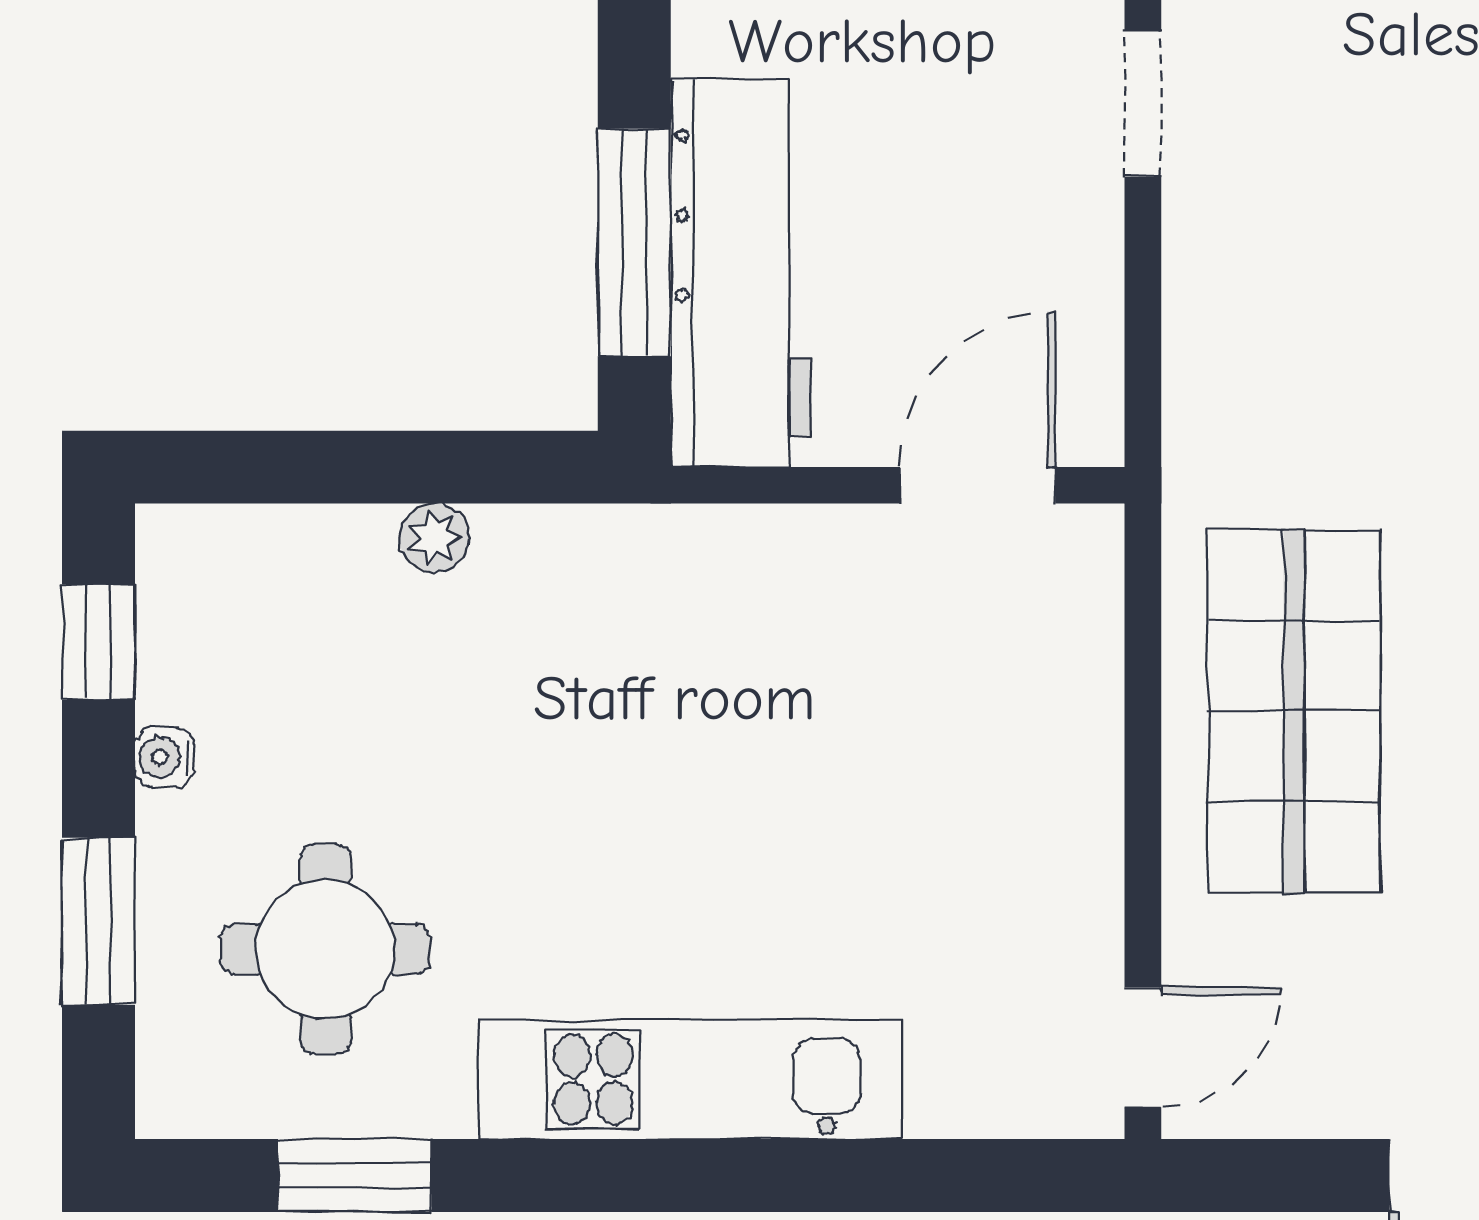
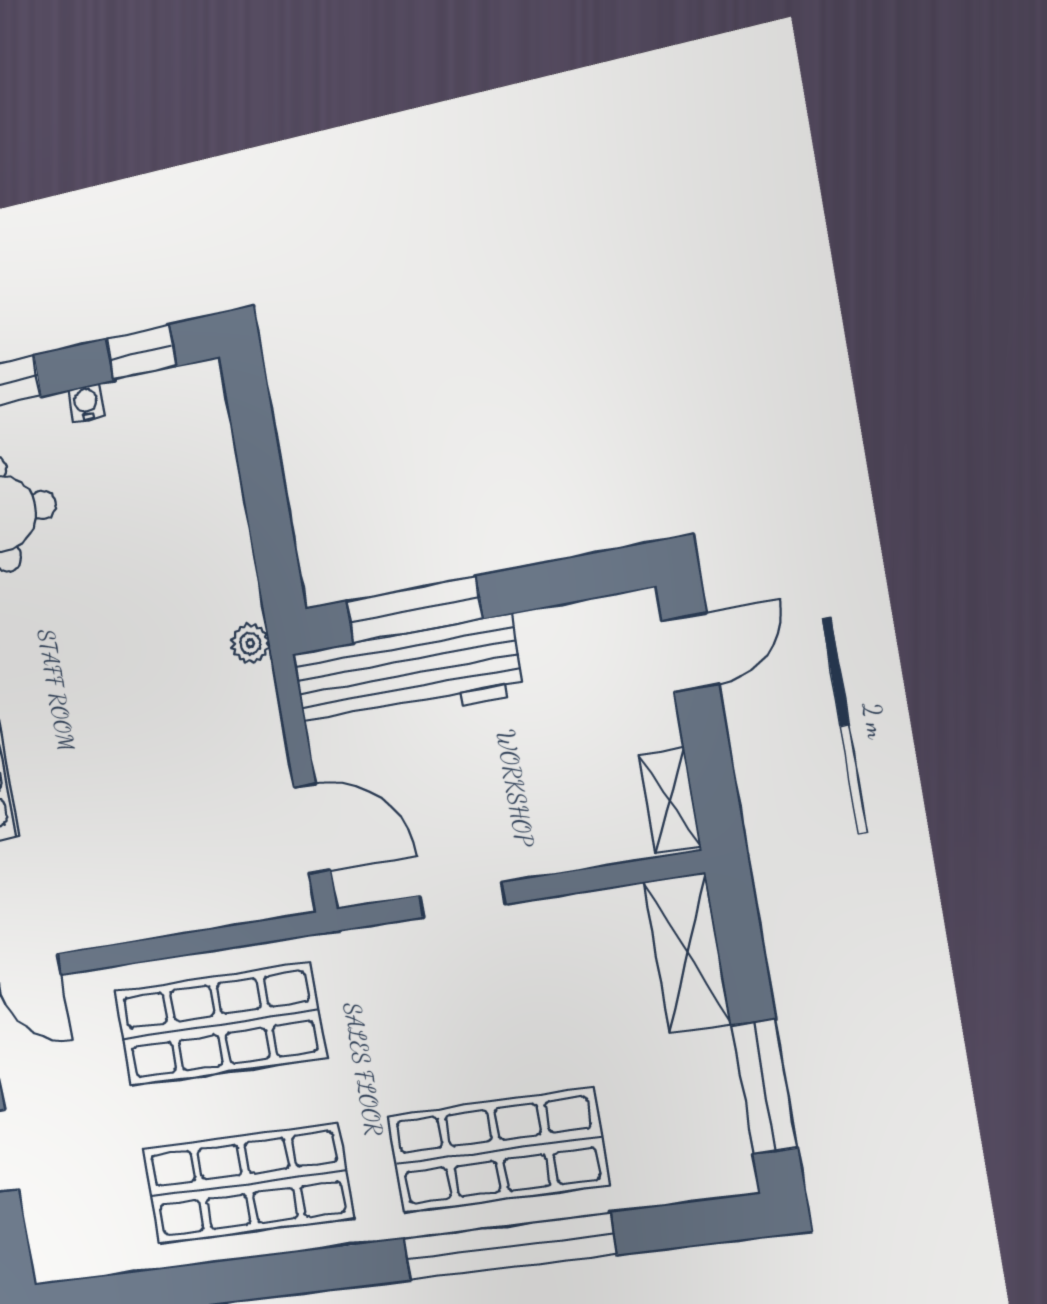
doorway: (1143, 104) -> (462, 900), moved
plant: (434, 538) -> (250, 643), moved

